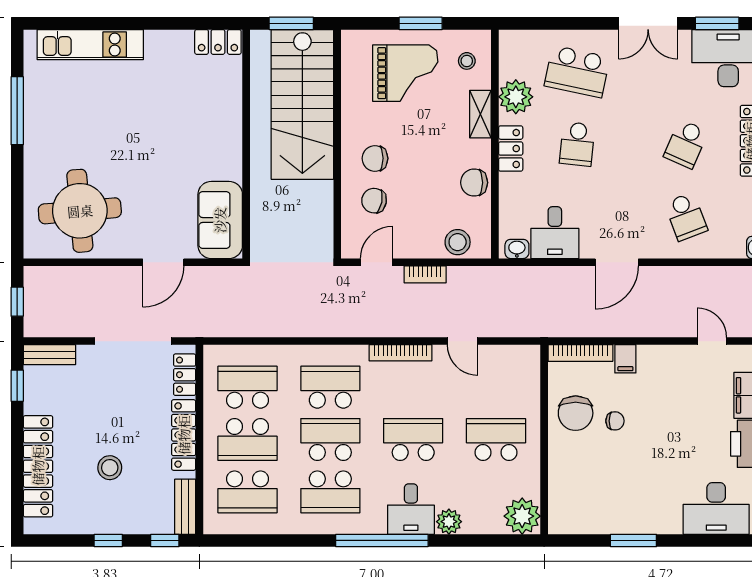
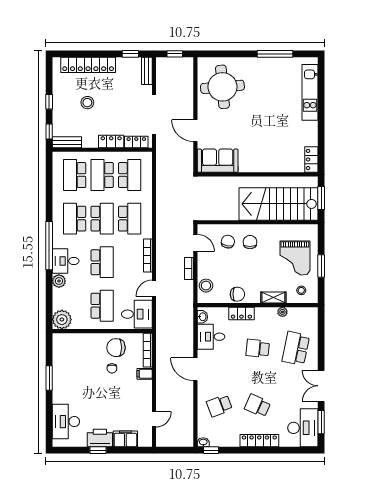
plant: (516, 97) -> (282, 312), width x0.53, depth x0.53
locker: (511, 149) -> (241, 313), moved
chair: (474, 183) -> (237, 294), turned 90
desk: (512, 374) -> (137, 314), added
locker: (184, 435) -> (111, 141), width x0.66

